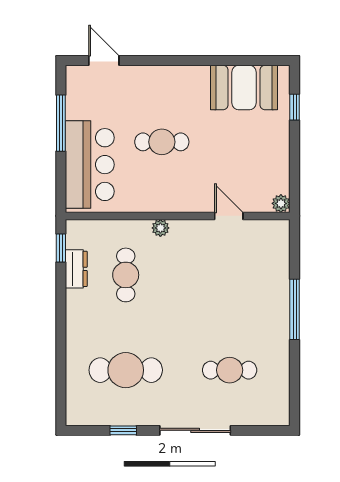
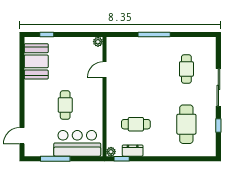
plant: (160, 228) -> (111, 152), moved

